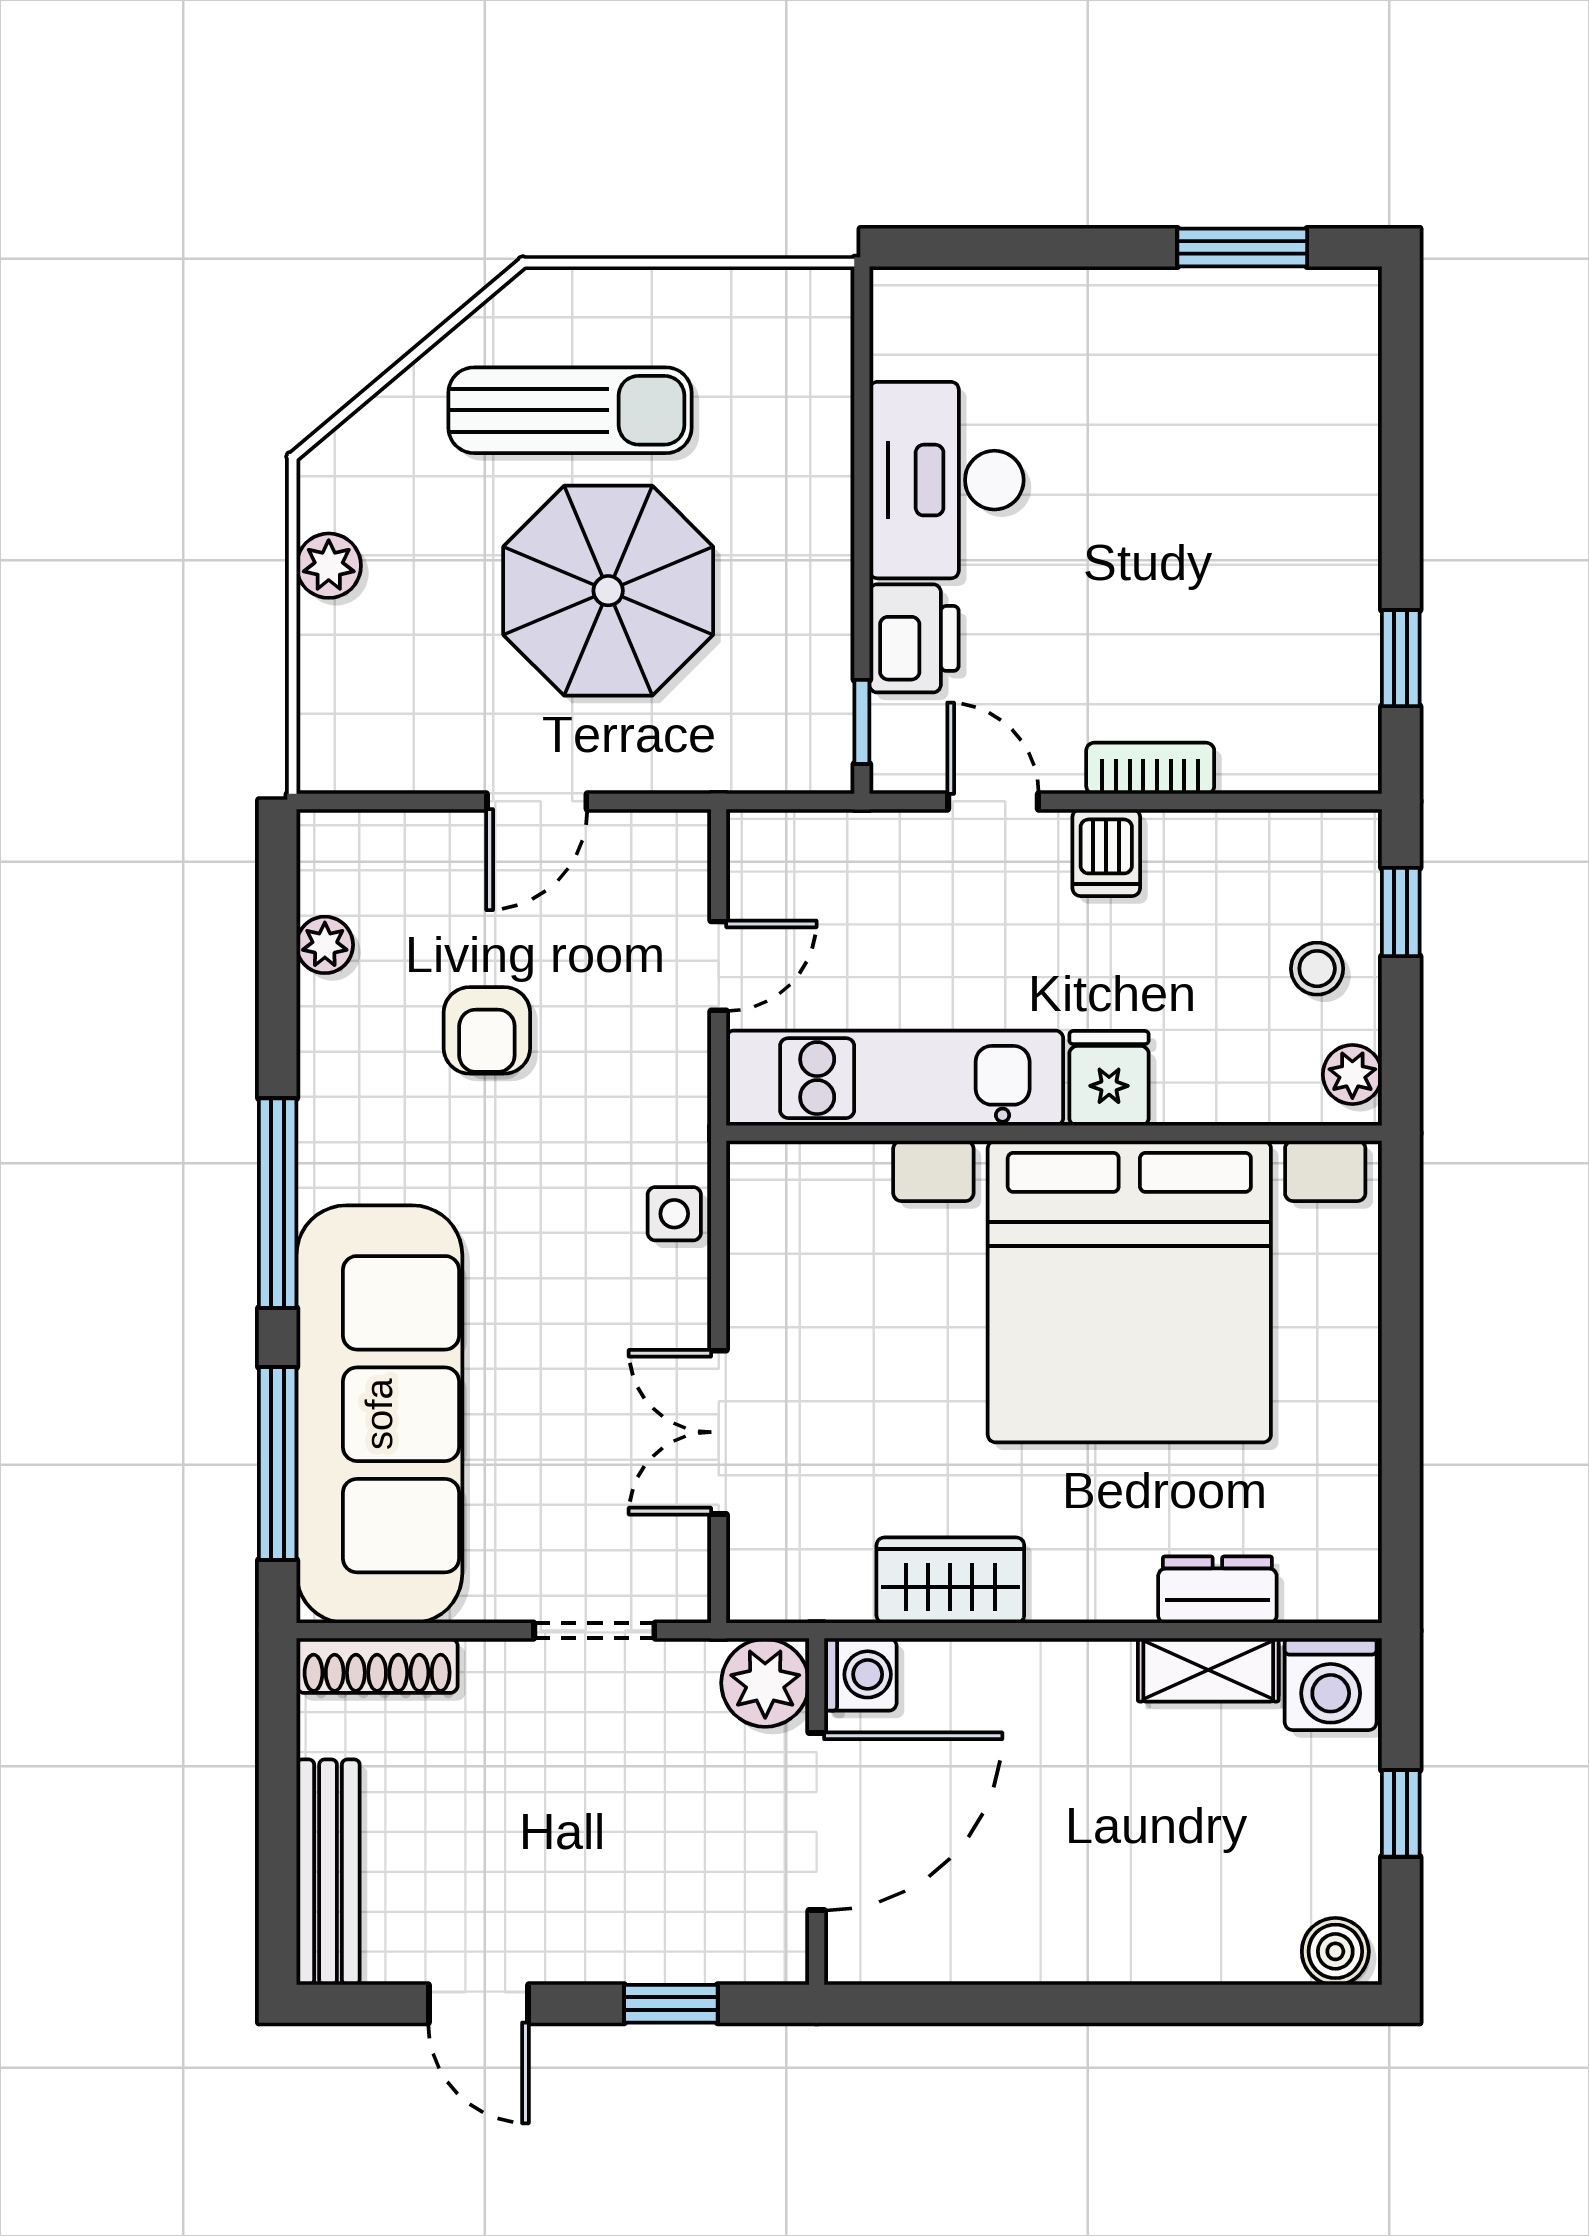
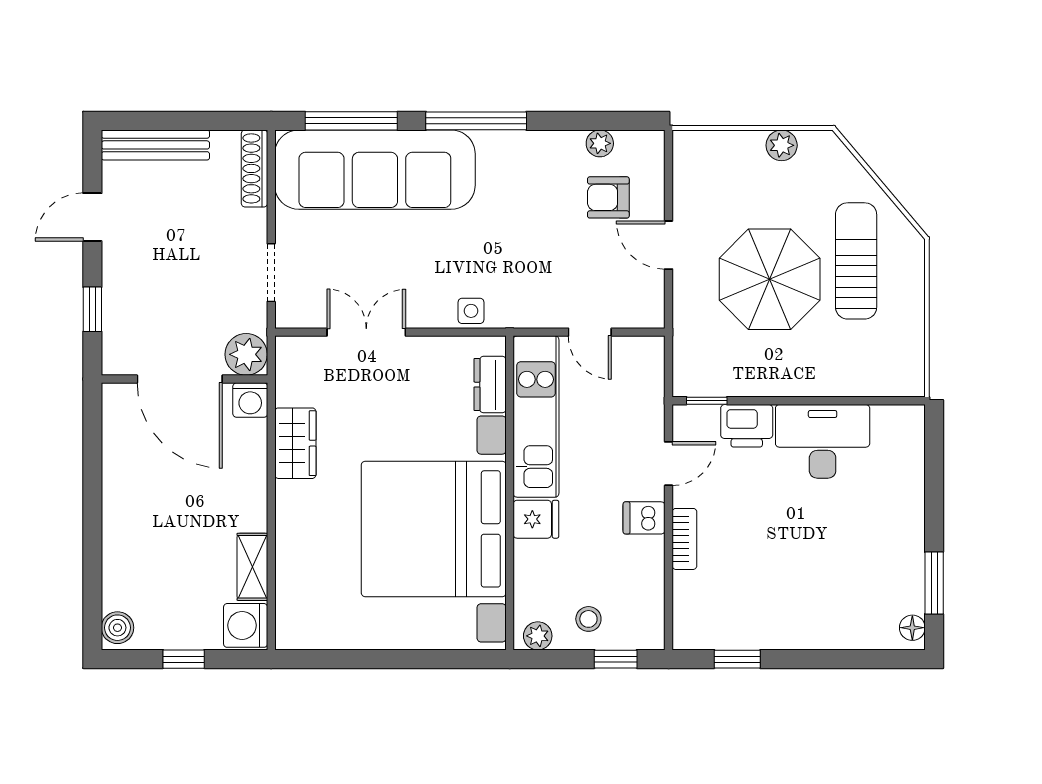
floor lamp: (1335, 293) -> (912, 628), added
sun lounger: (570, 410) -> (856, 261), turned 180
armchair: (487, 1030) -> (608, 197), moved
dresser: (1217, 1590) -> (490, 385), moved, turned 180

